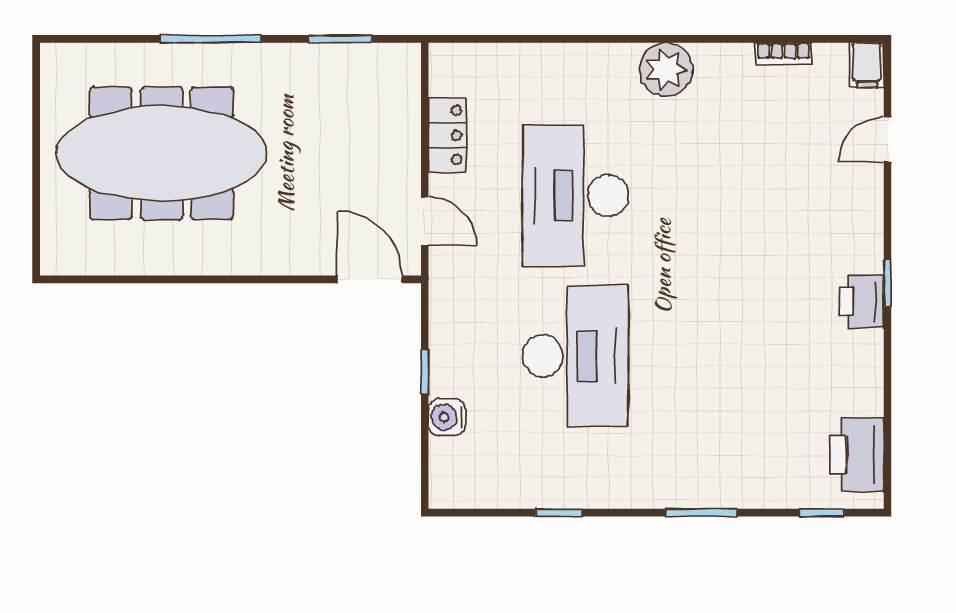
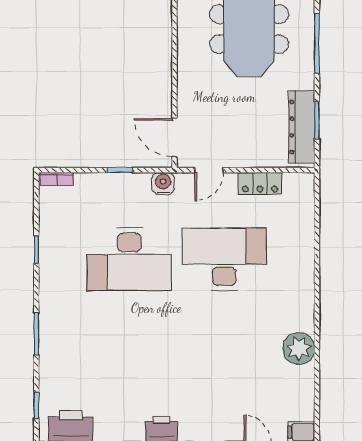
bookcase: (784, 54) -> (57, 179), moved, turned -90
dresser: (352, 64) -> (302, 127), added
plant: (666, 69) -> (299, 349), moved
door: (370, 279) -> (174, 138), swing flipped
water cooler: (447, 417) -> (163, 183), moved

